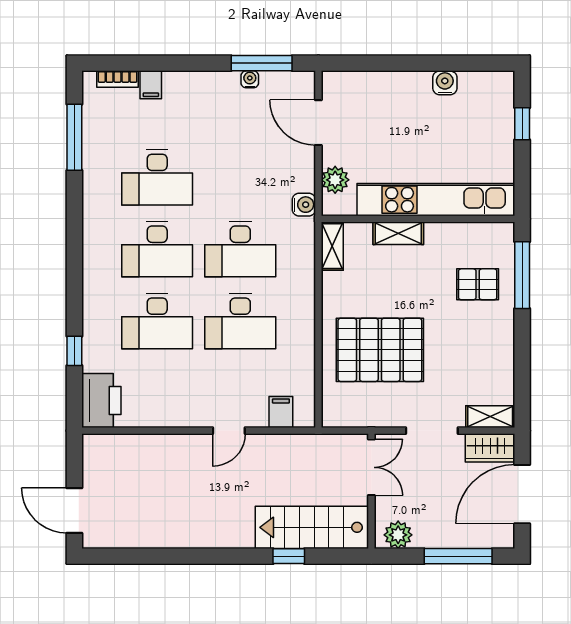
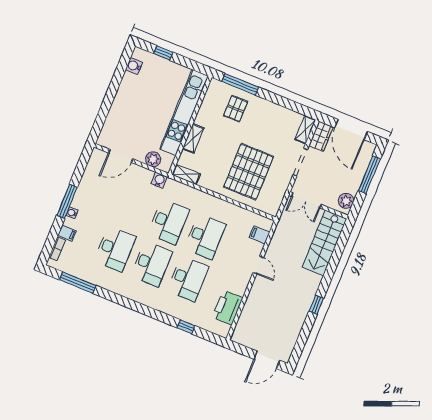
window: (262, 63) -> (67, 201), moved
water cooler: (250, 79) -> (72, 213), moved
water cooler: (445, 83) -> (134, 66), moved
printer: (101, 400) -> (228, 308), moved, turned -90
double door: (371, 467) -> (306, 200), swing flipped
window: (289, 556) -> (316, 305), moved

